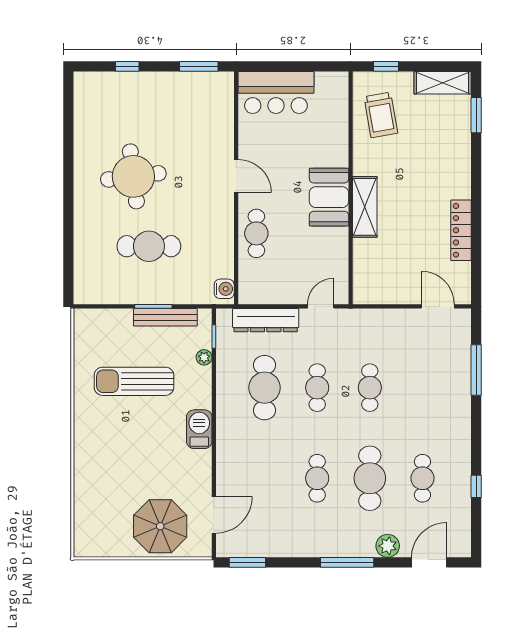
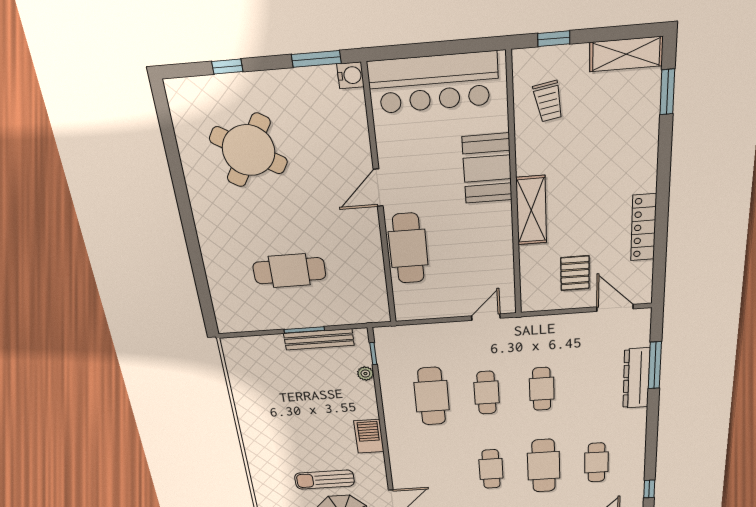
bar counter: (276, 93) -> (433, 83), width x1.36
trolley: (381, 115) -> (548, 101), width x0.73, depth x0.72
round table: (133, 176) -> (249, 150), moved, turned 38
door: (236, 176) -> (378, 188), swing flipped
booth: (329, 197) -> (487, 169), moved
cafe table: (256, 233) -> (408, 248), width x1.37, depth x1.35
pallet: (402, 269) -> (575, 273), added
water cooler: (224, 289) -> (350, 75), moved
dresser: (266, 320) -> (636, 378), moved, turned 90
sun lounger: (134, 381) -> (325, 480), moved, width x0.73, depth x0.75
window: (476, 486) -> (649, 489), moved

